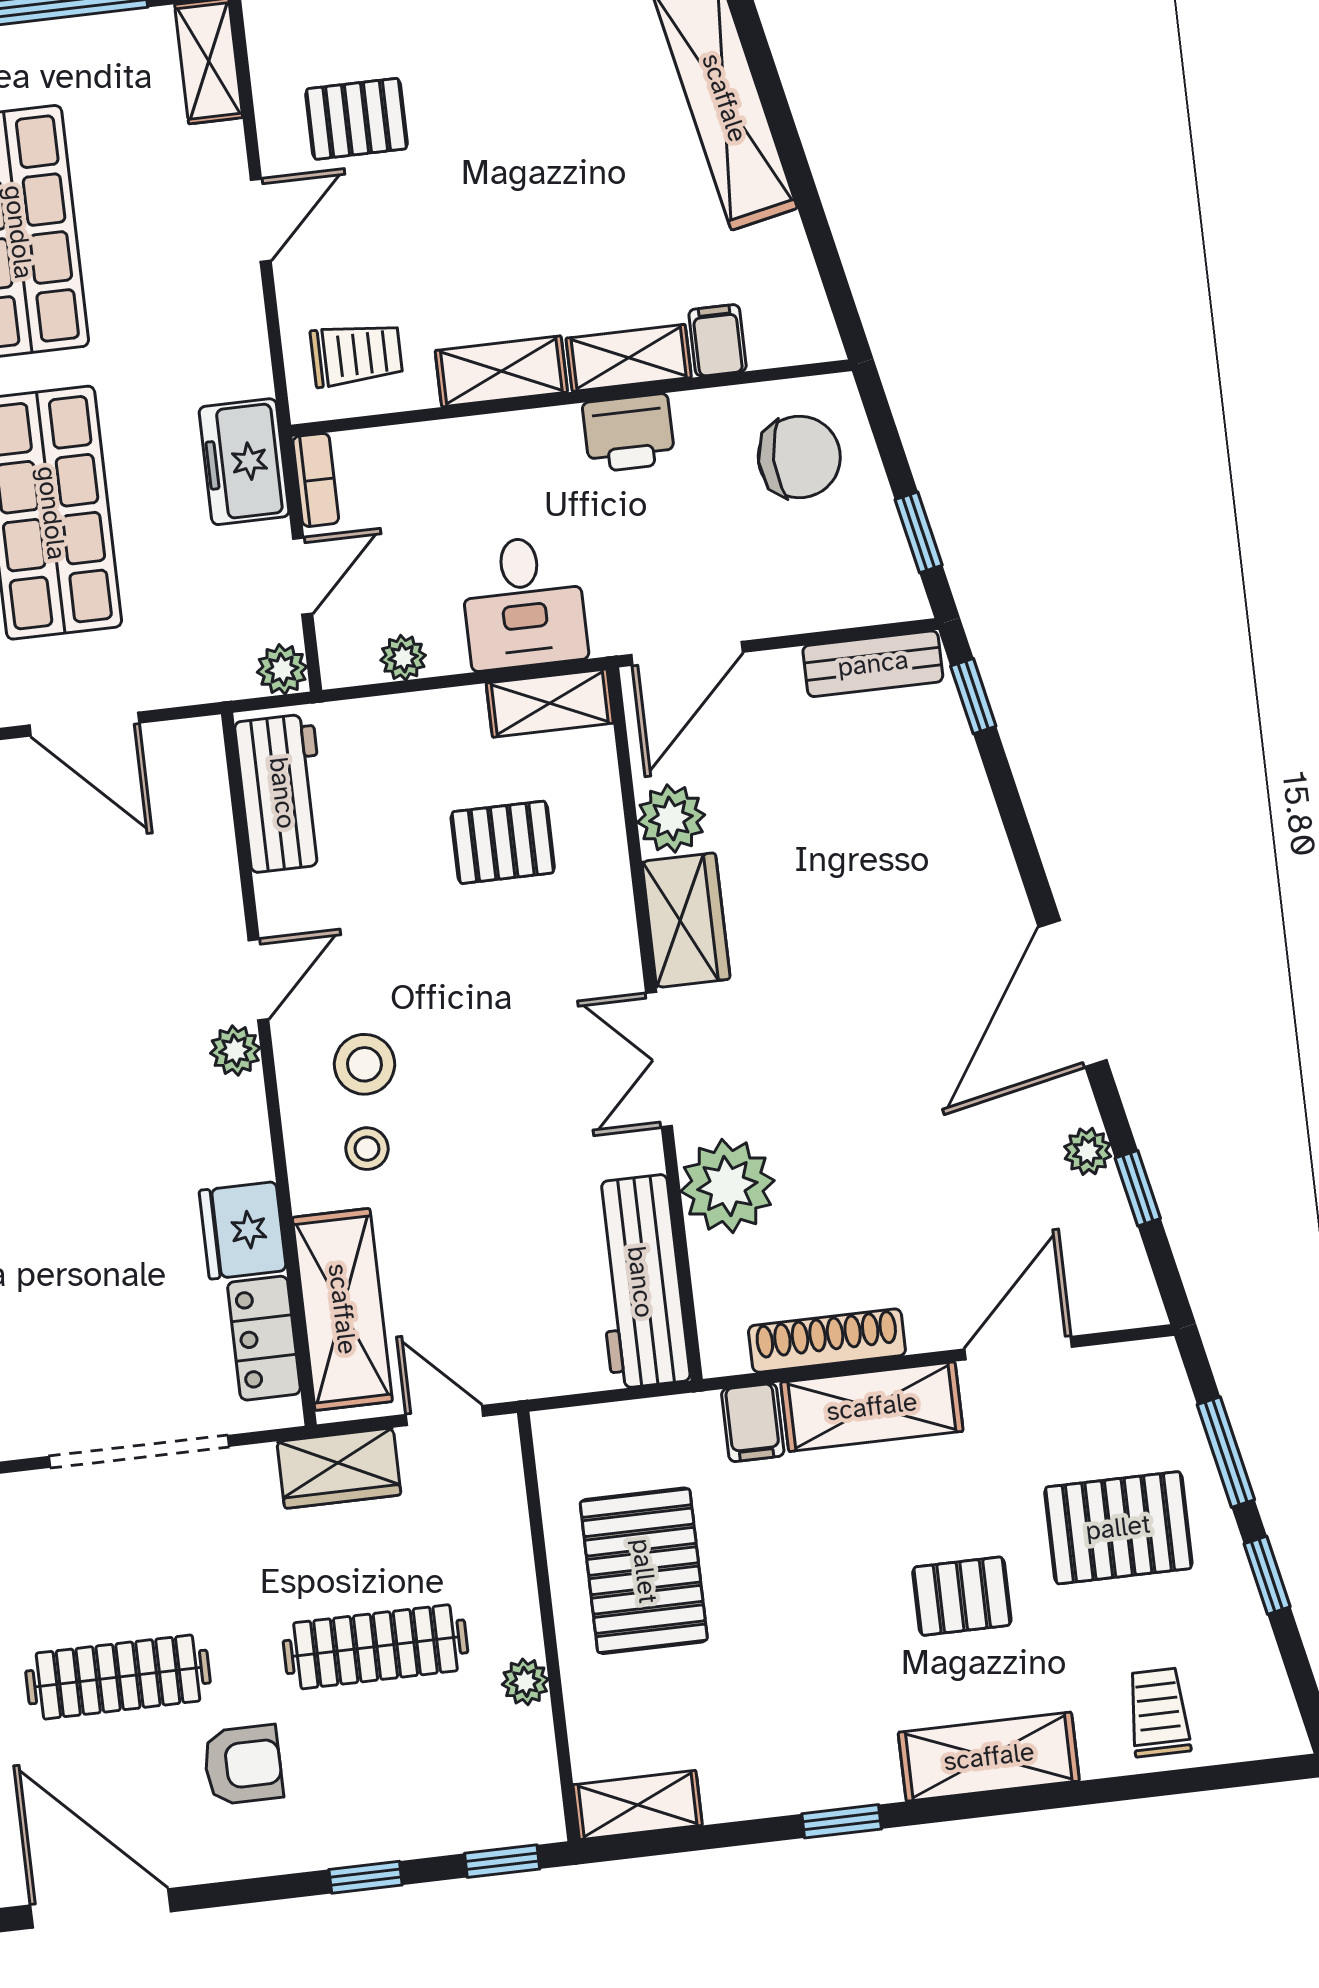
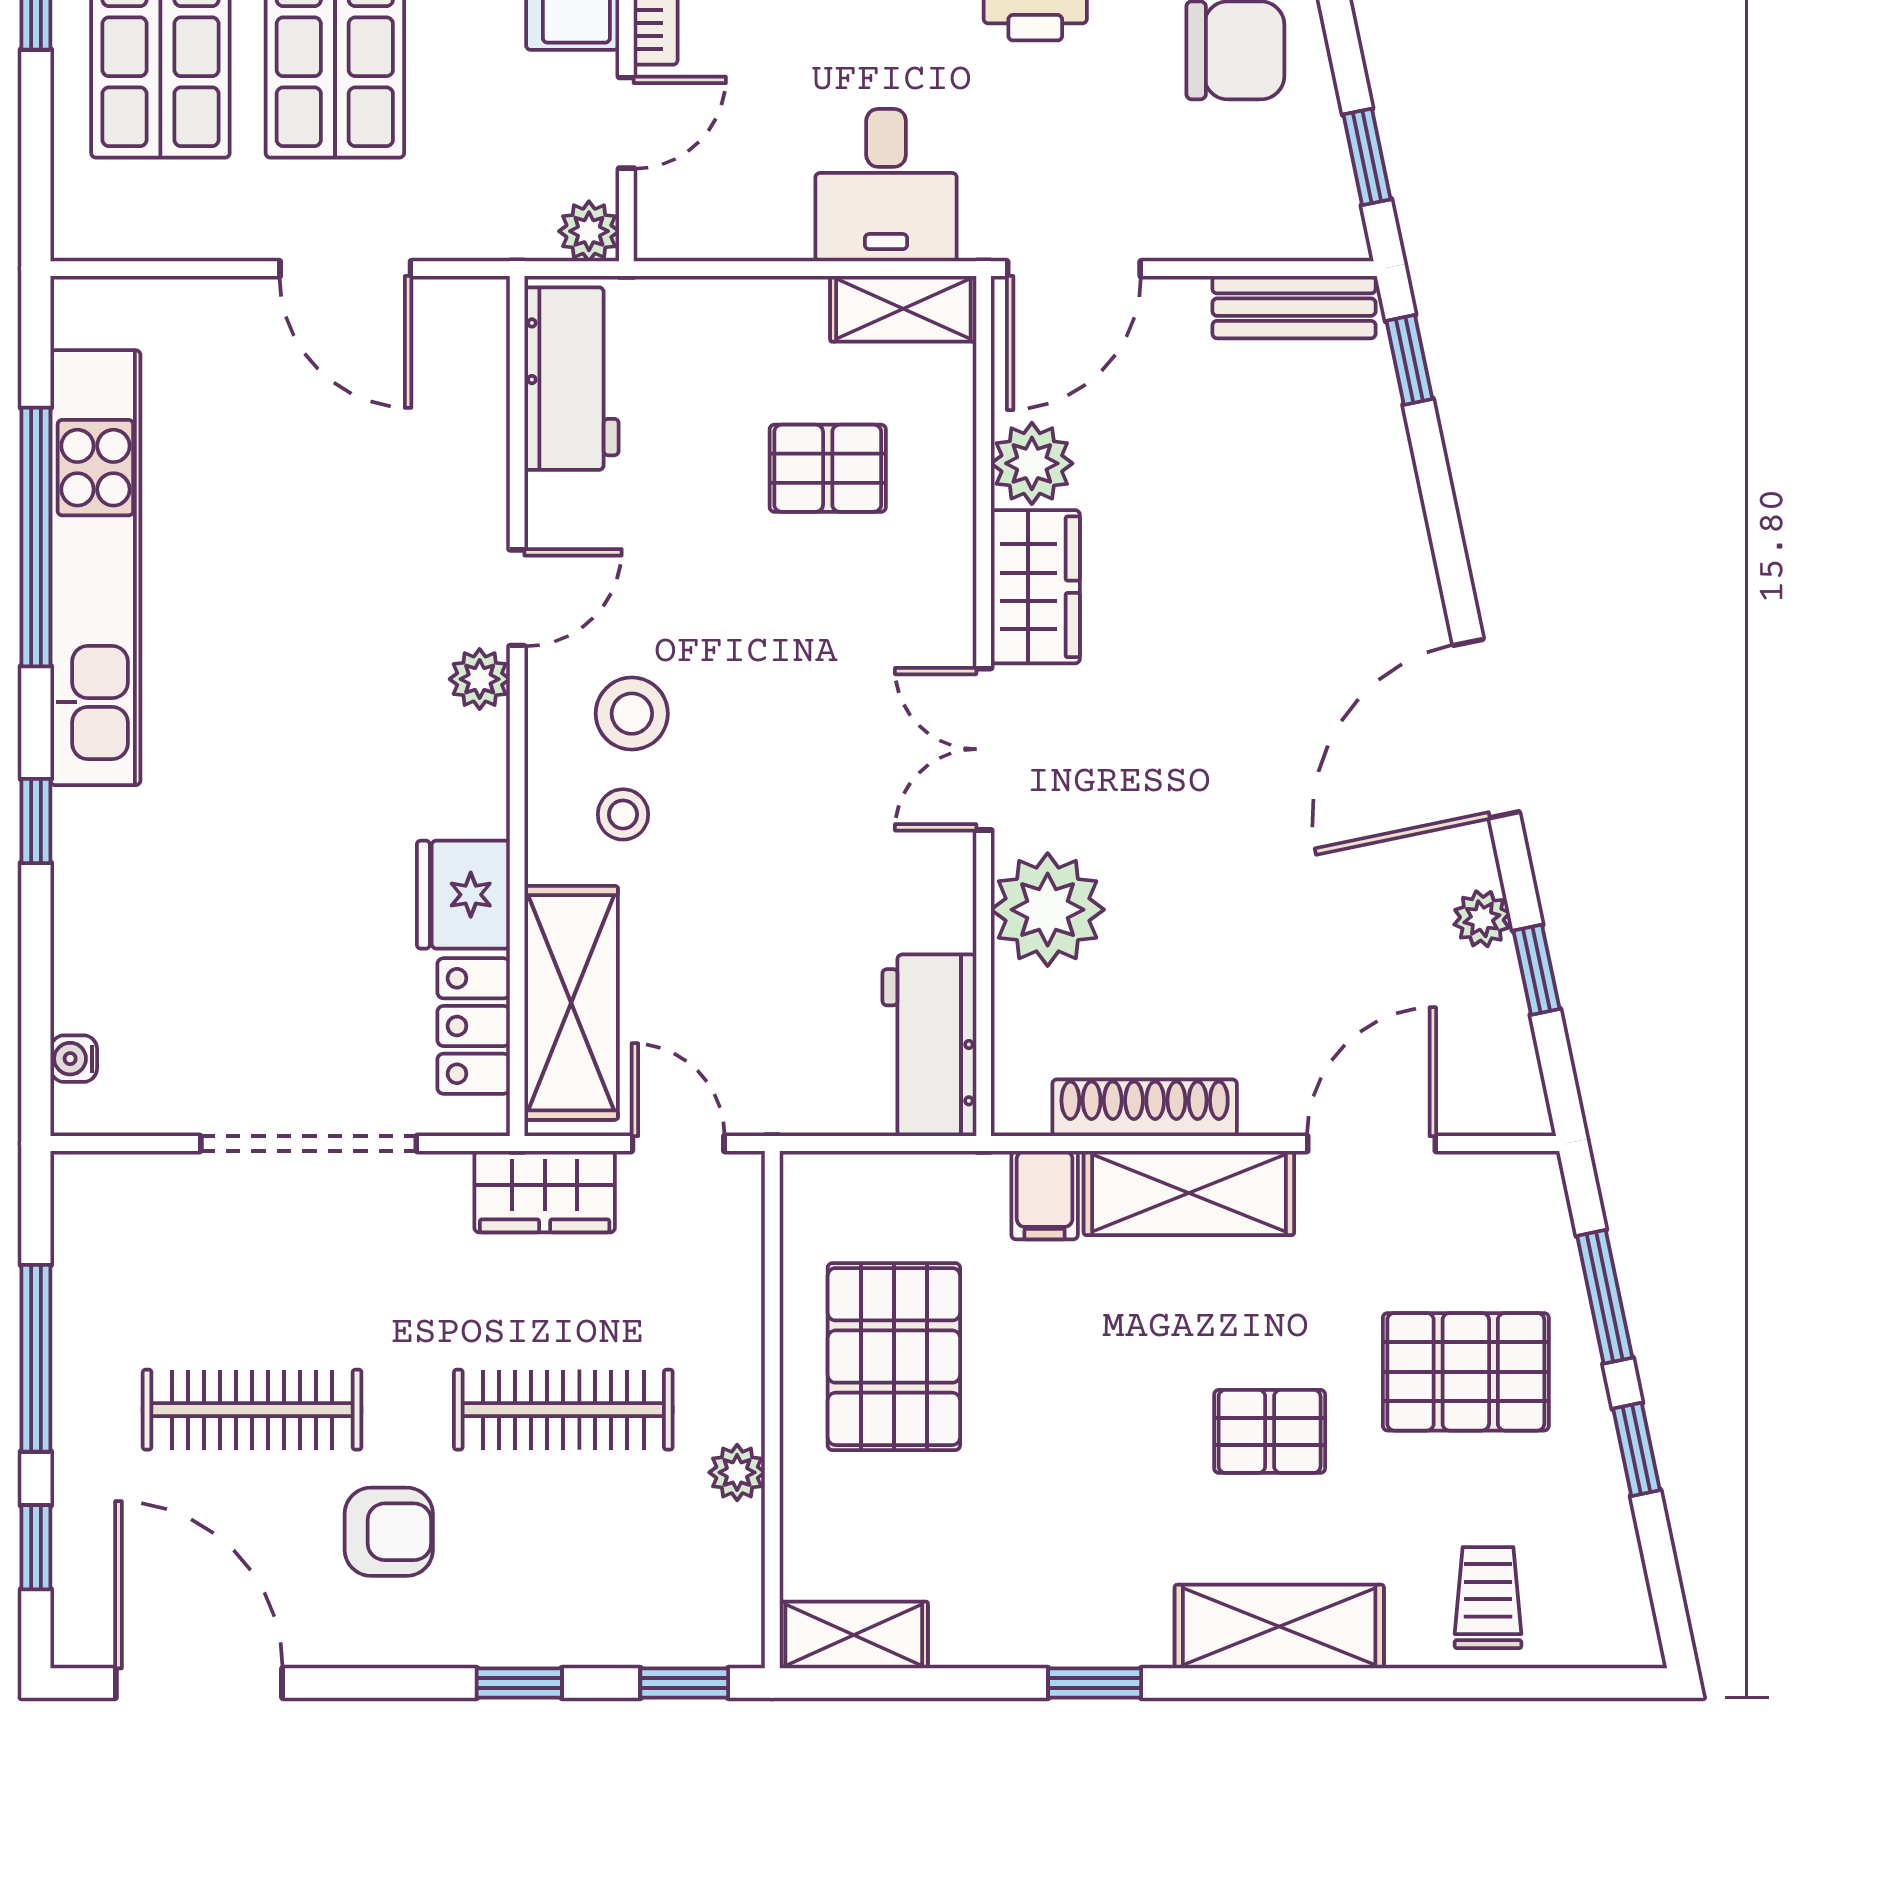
plant: (403, 658) -> (735, 234), removed
workbench: (640, 1282) -> (929, 1045), width x0.73

